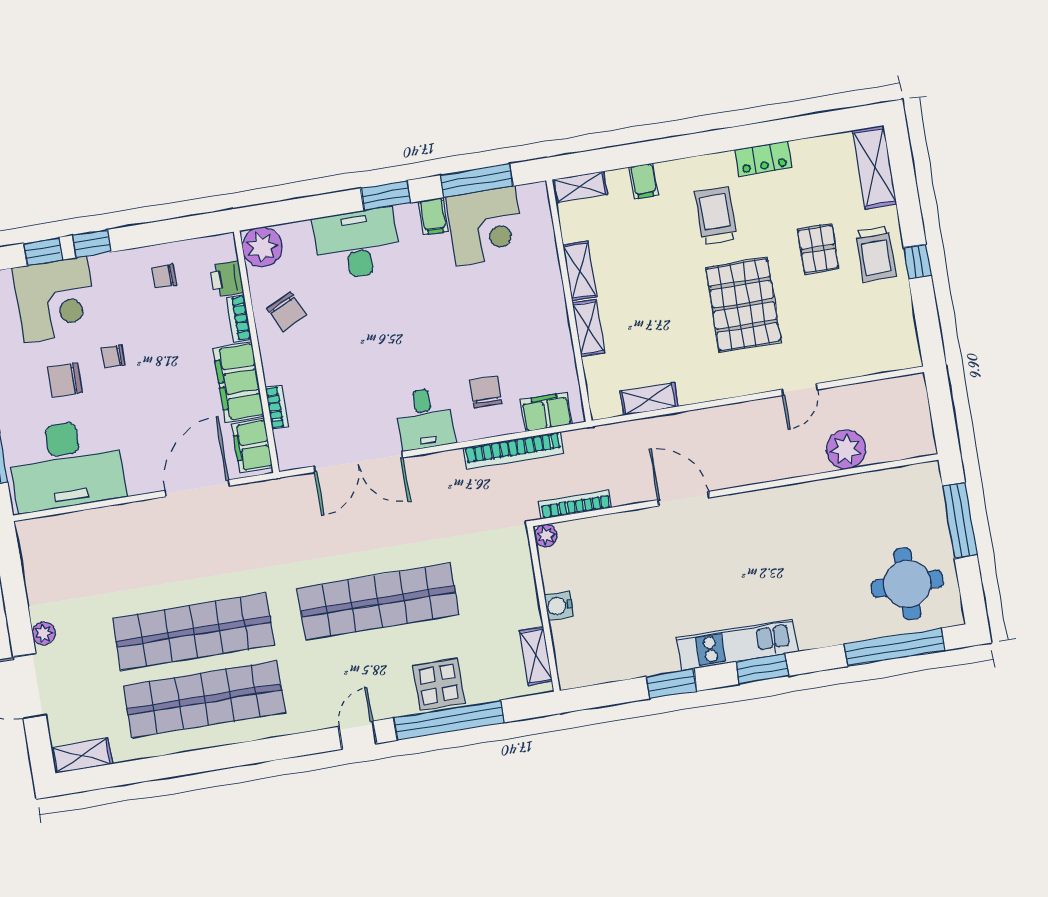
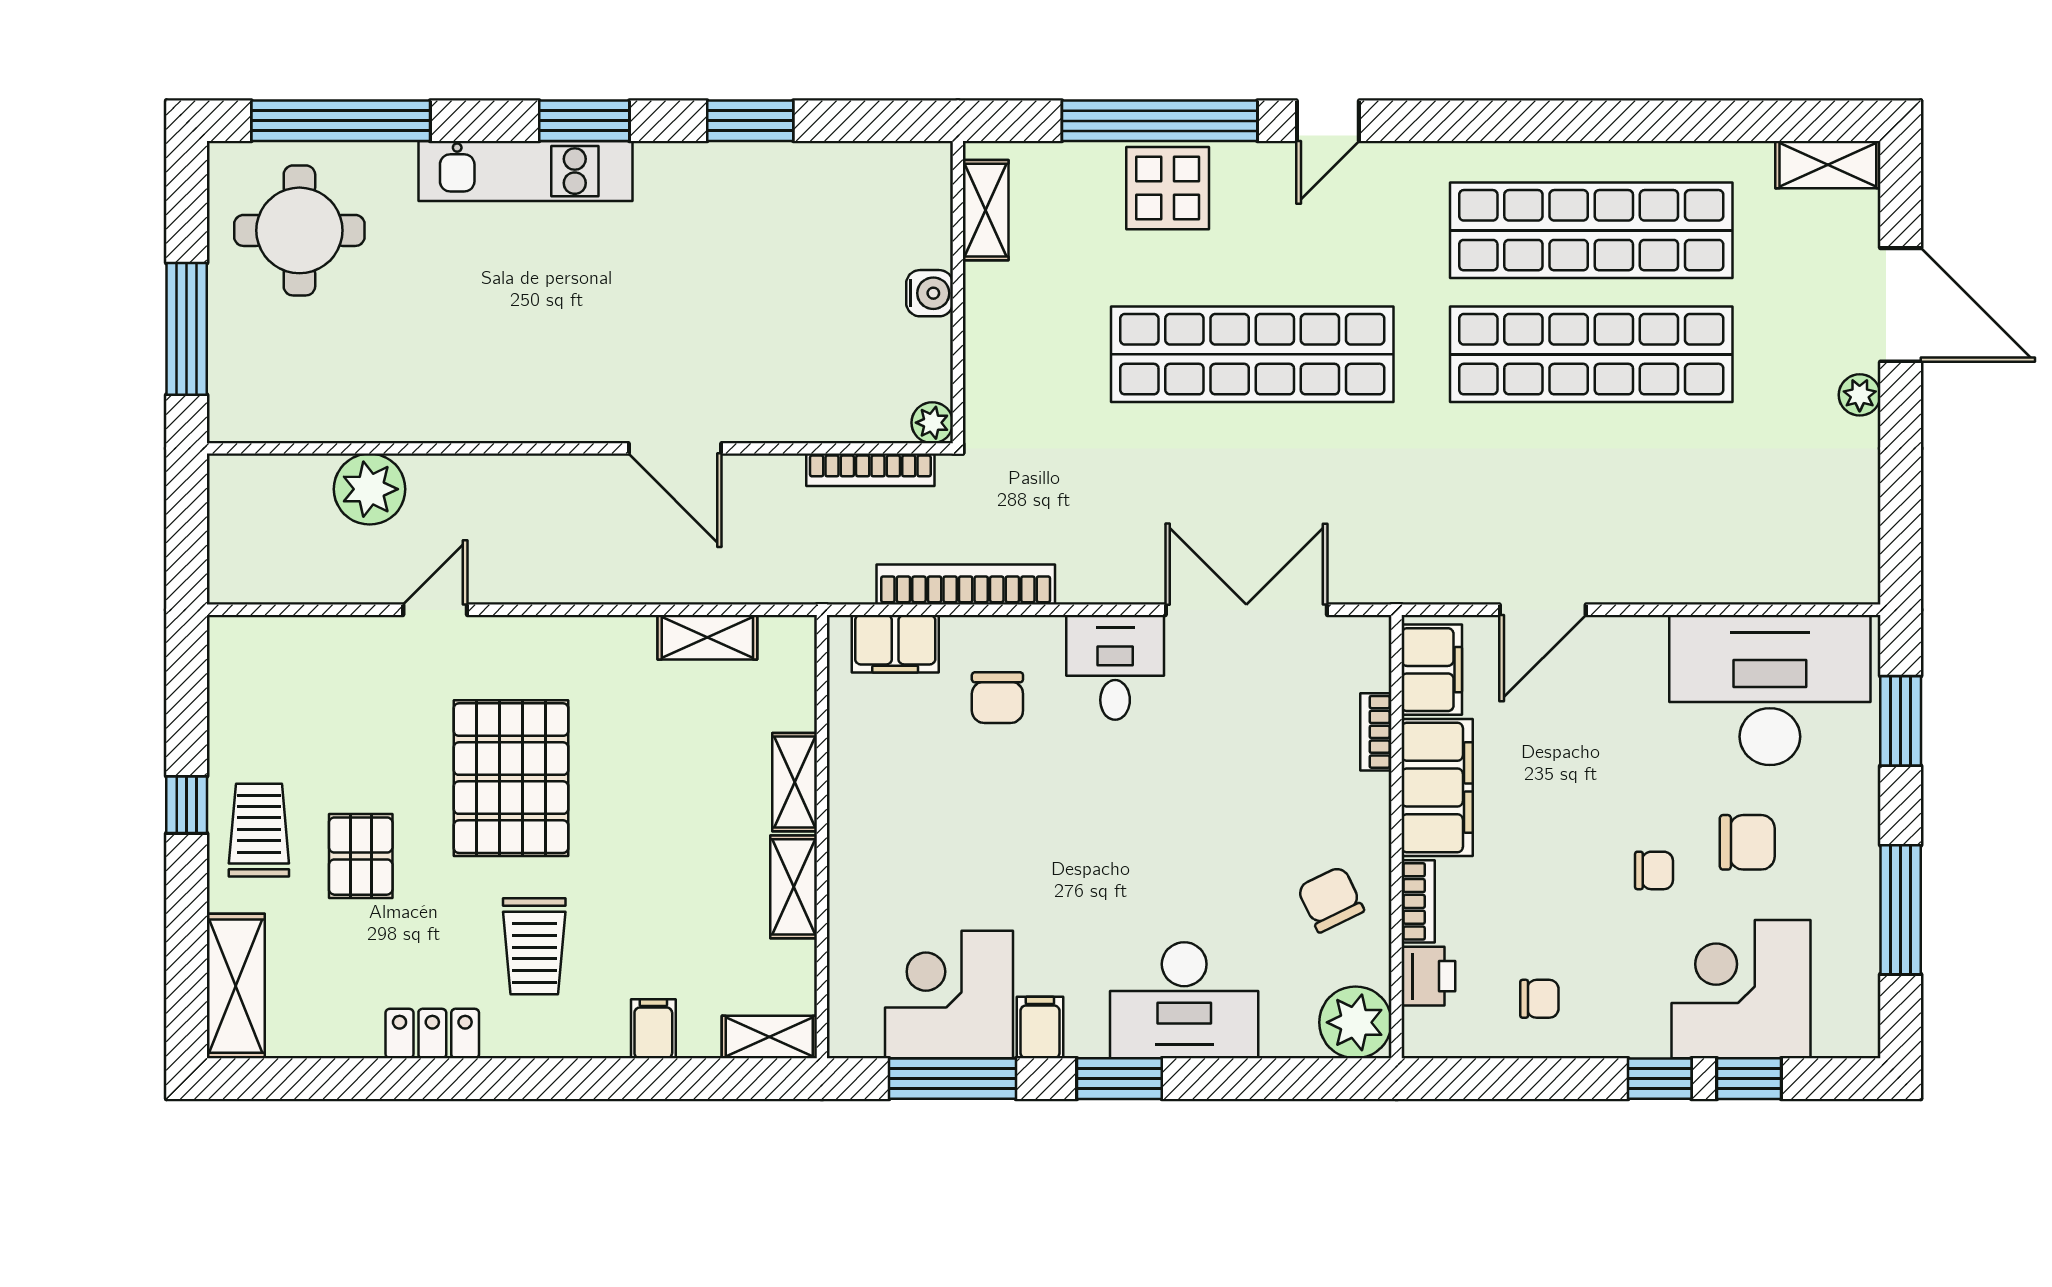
door: (197, 488) -> (1543, 610), width x0.73
kitchen unit: (737, 645) -> (526, 171), moved

